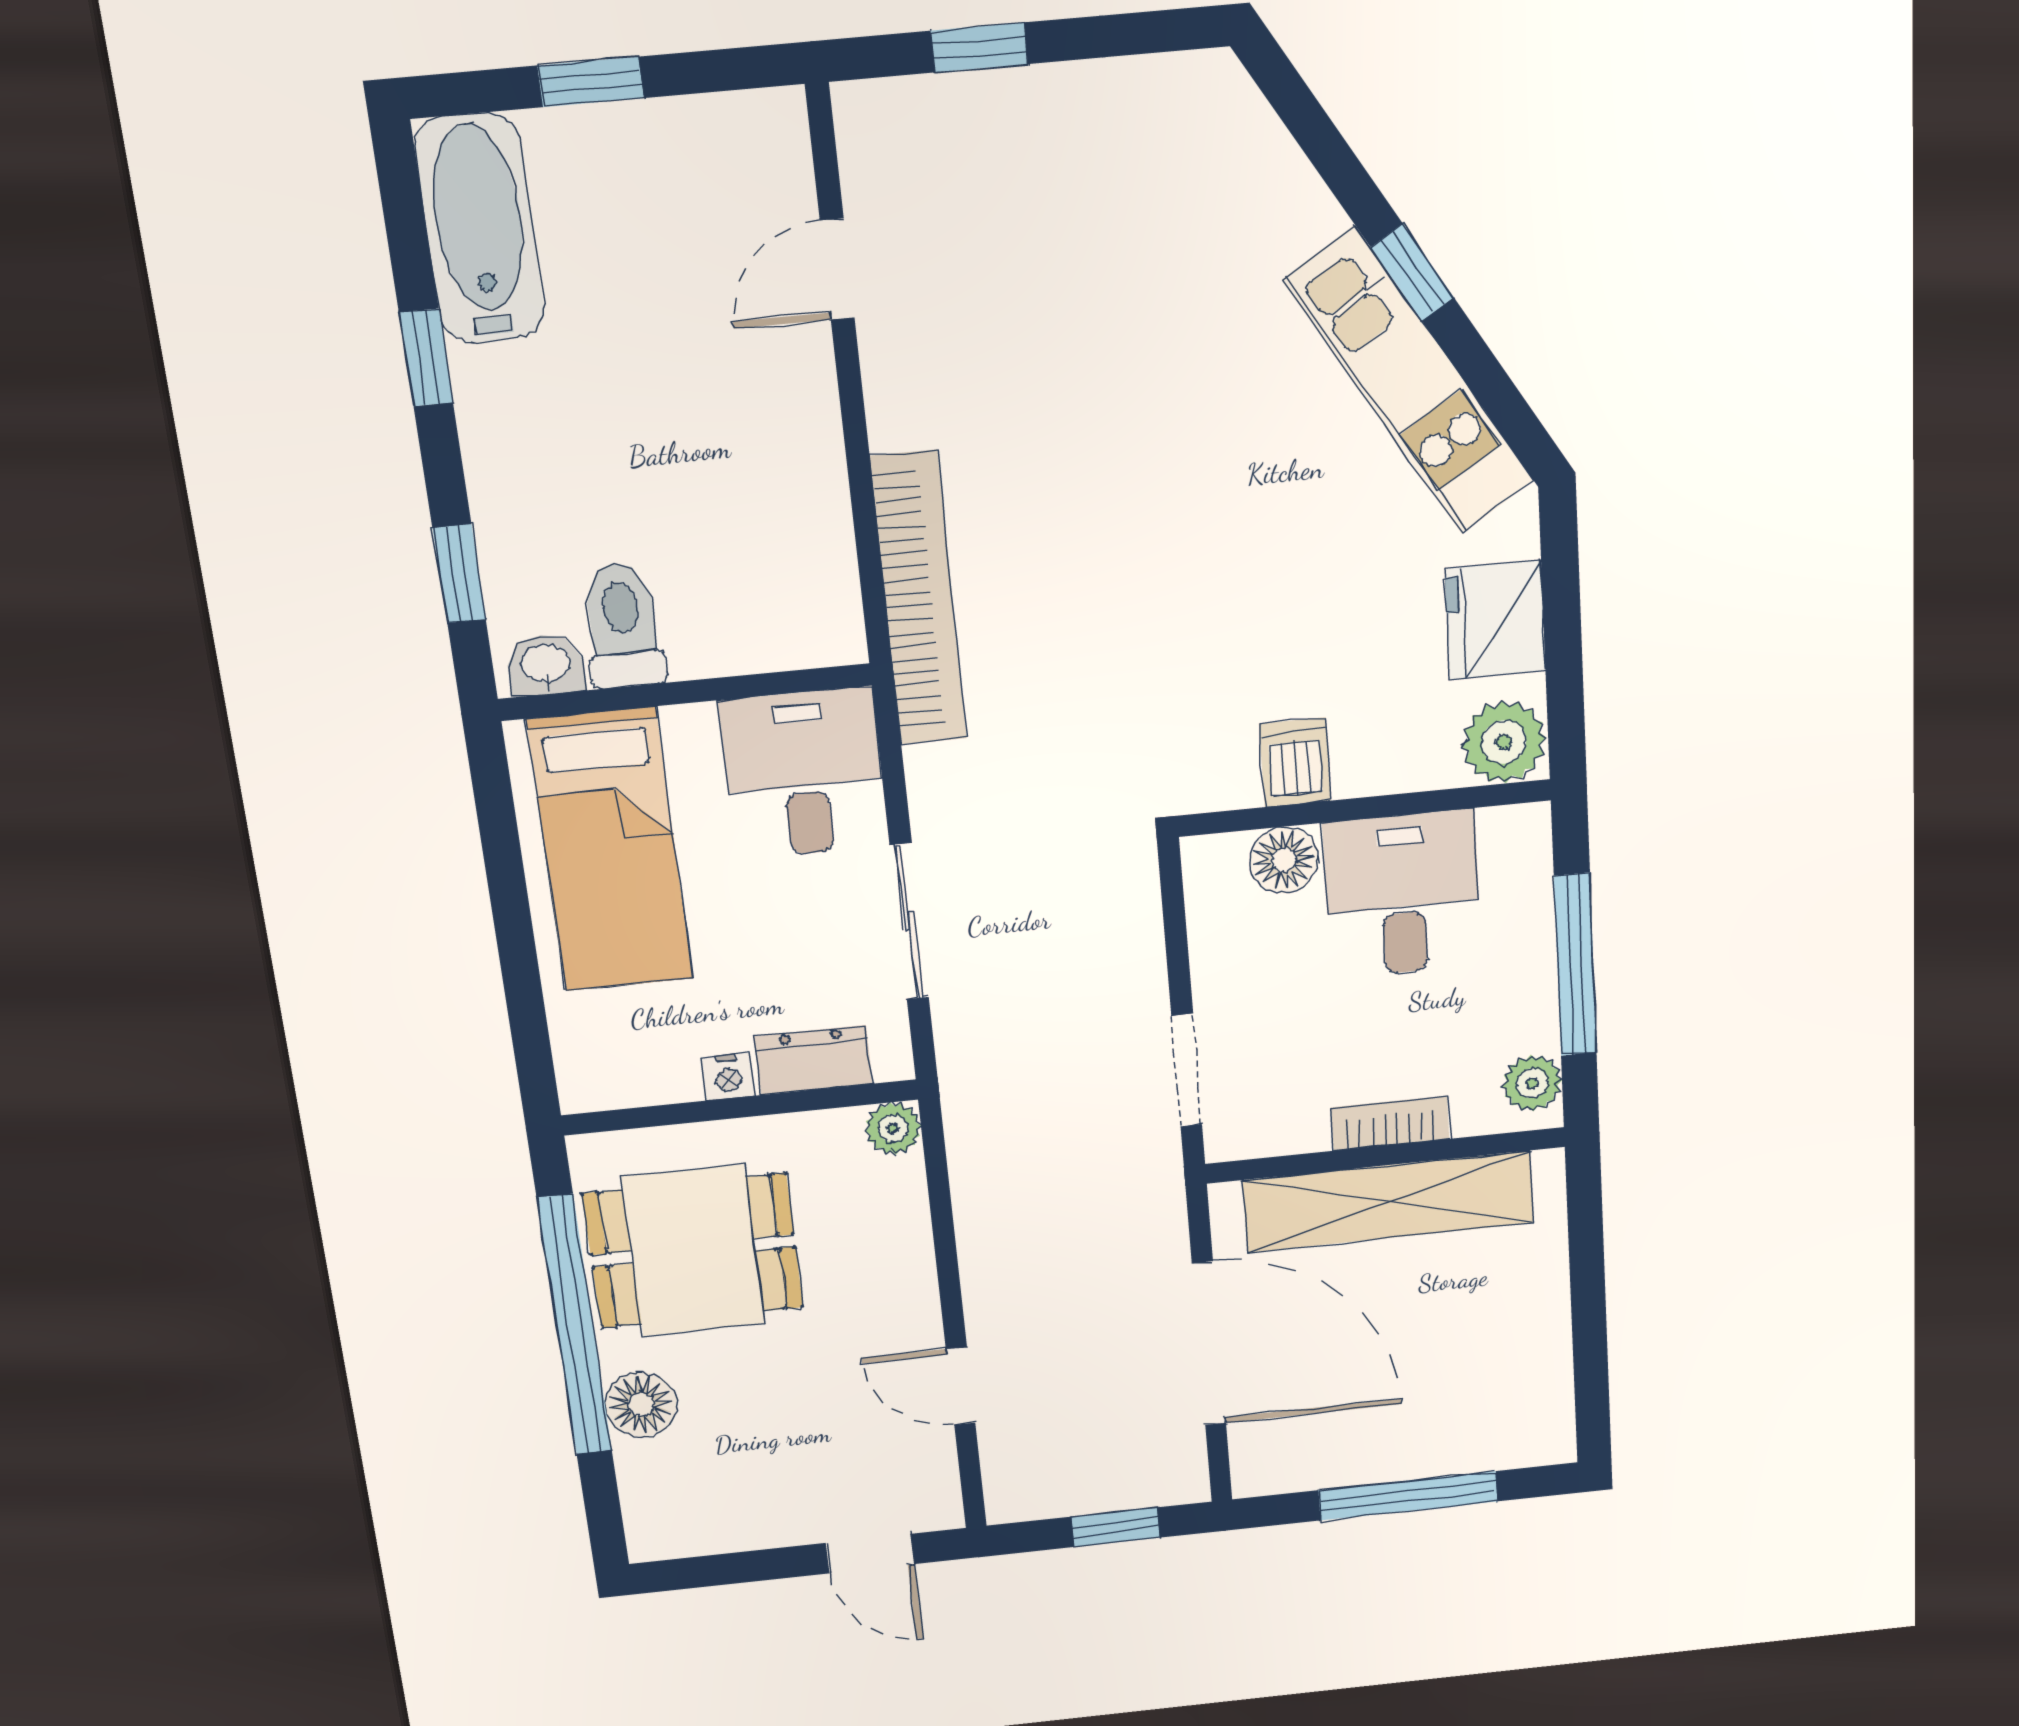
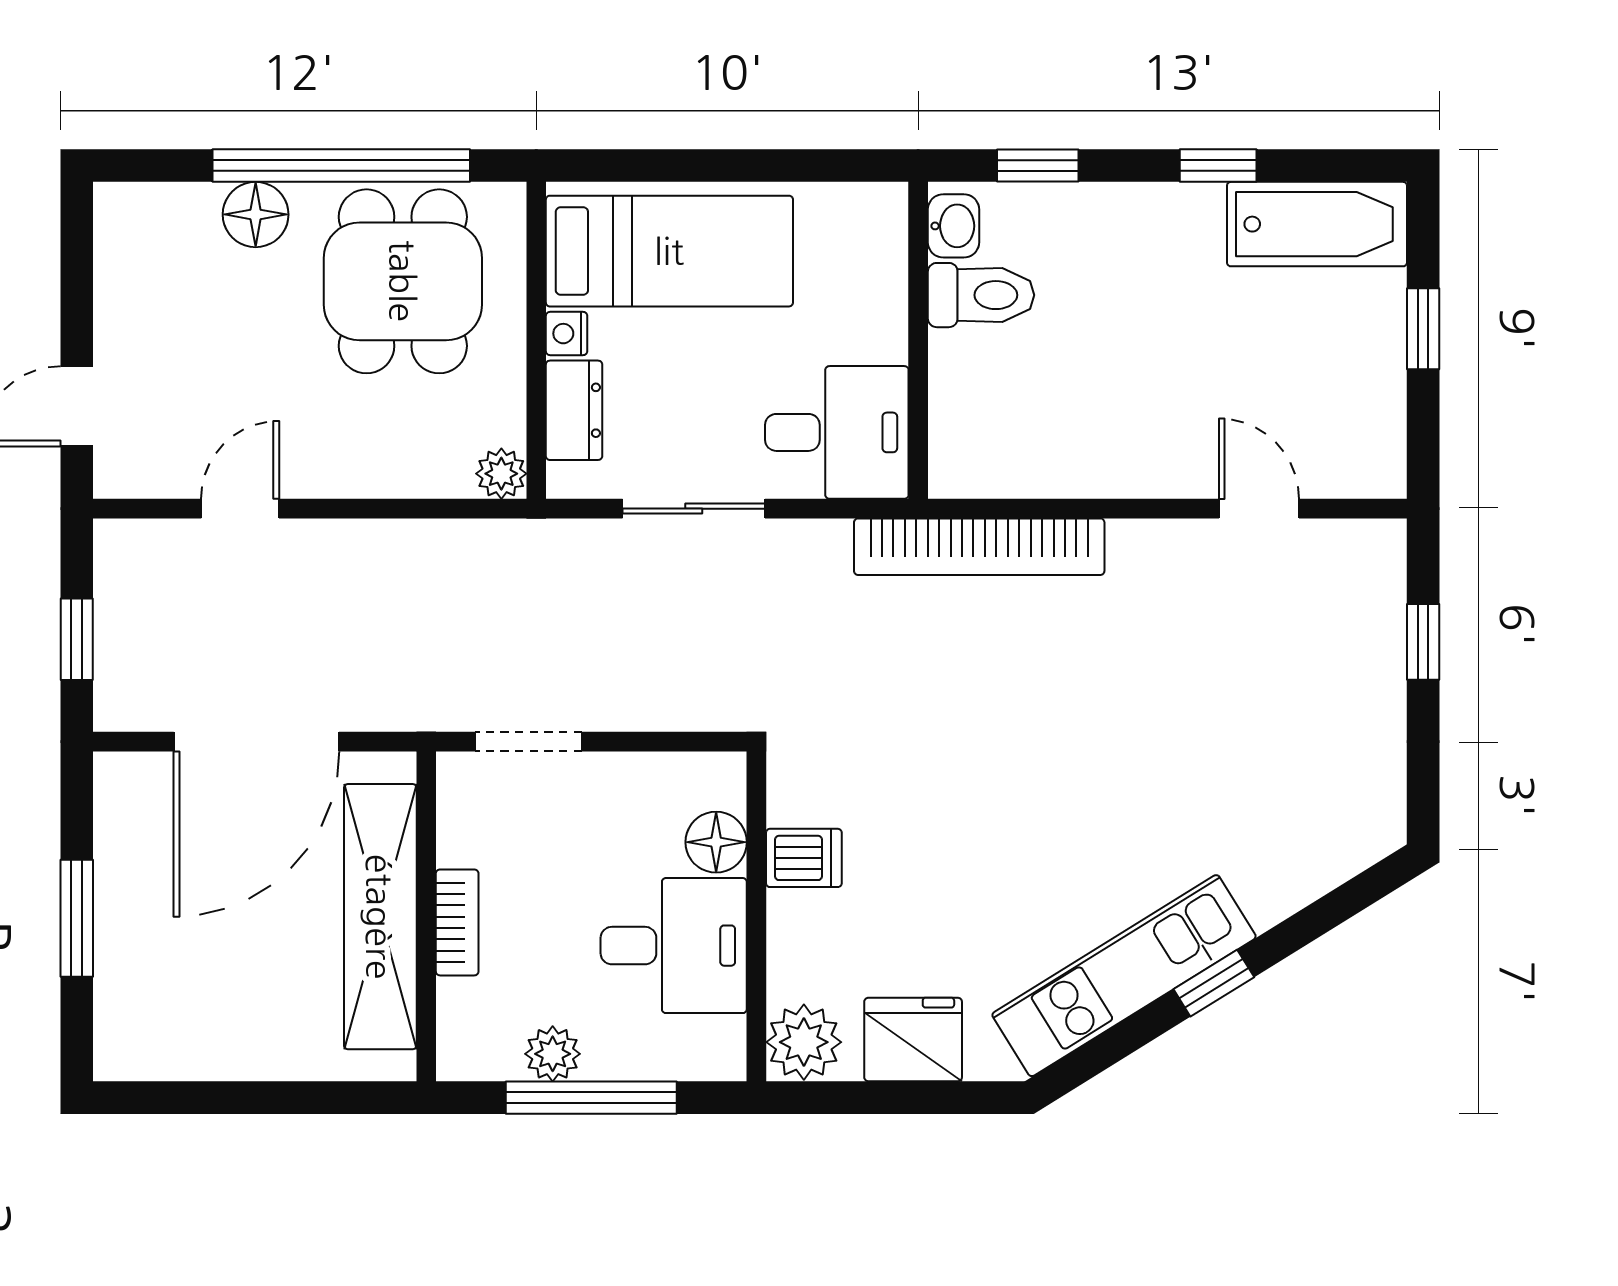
bed: (610, 850) -> (669, 251), moved, turned 180
plant: (1532, 1083) -> (553, 1054), moved
window: (1408, 1496) -> (77, 918), width x0.69

